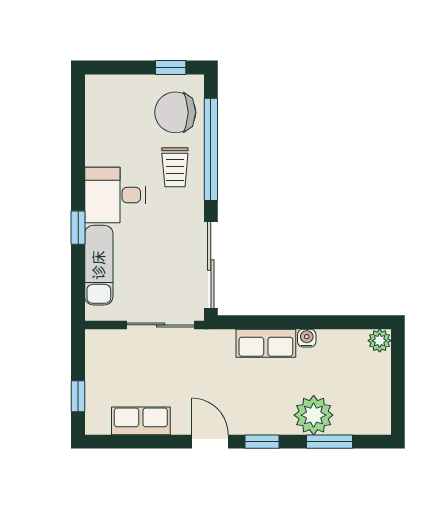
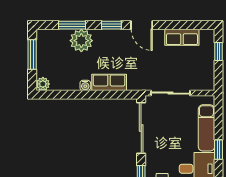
window: (398, 391) -> (32, 54), added

